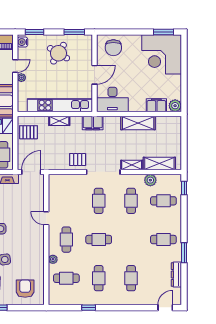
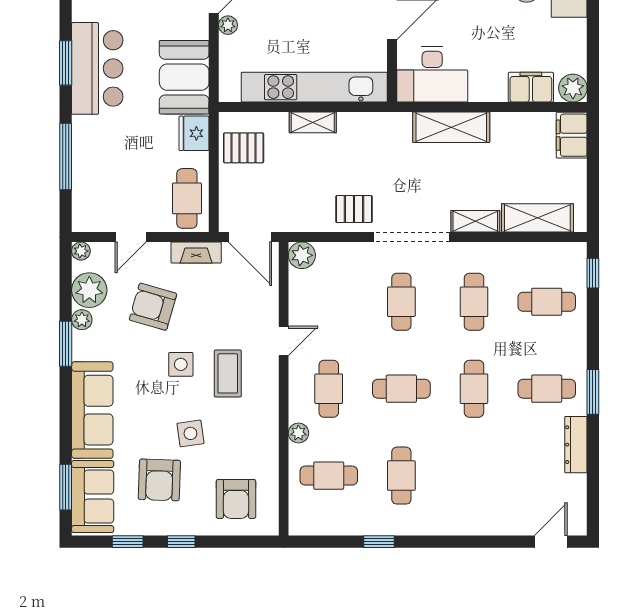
filing cabinet: (93, 123) -> (572, 135), moved, turned 90
shelving: (138, 123) -> (451, 127), moved
door: (31, 172) -> (250, 237), swing flipped
plant: (150, 180) -> (302, 255), moved
door: (46, 218) -> (284, 341), swing flipped
coffee table: (21, 233) -> (228, 373), added
window: (184, 253) -> (593, 392), moved
dresser: (176, 275) -> (576, 445), moved
cafe table: (131, 278) -> (474, 389), moved
armchair: (25, 289) -> (236, 499), turned 180

